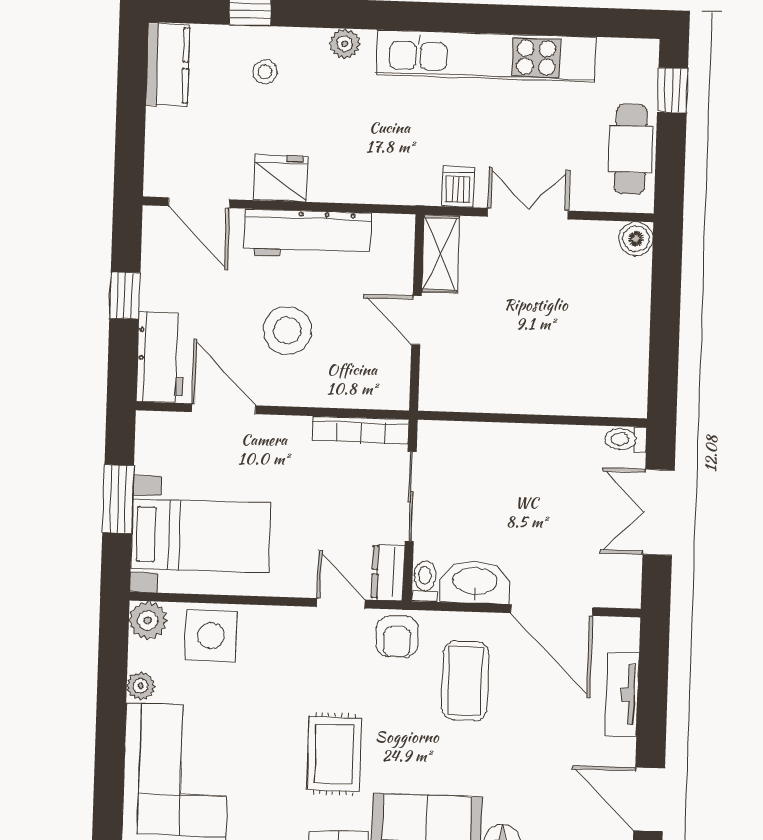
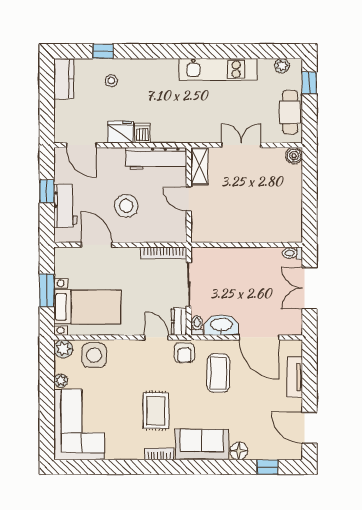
plant: (345, 44) -> (282, 66), moved
kitchen unit: (486, 56) -> (218, 69), width x0.73
dishwasher: (458, 187) -> (142, 133), moved
workbench: (308, 234) -> (156, 159), moved
workbench: (161, 357) -> (65, 206), moved

